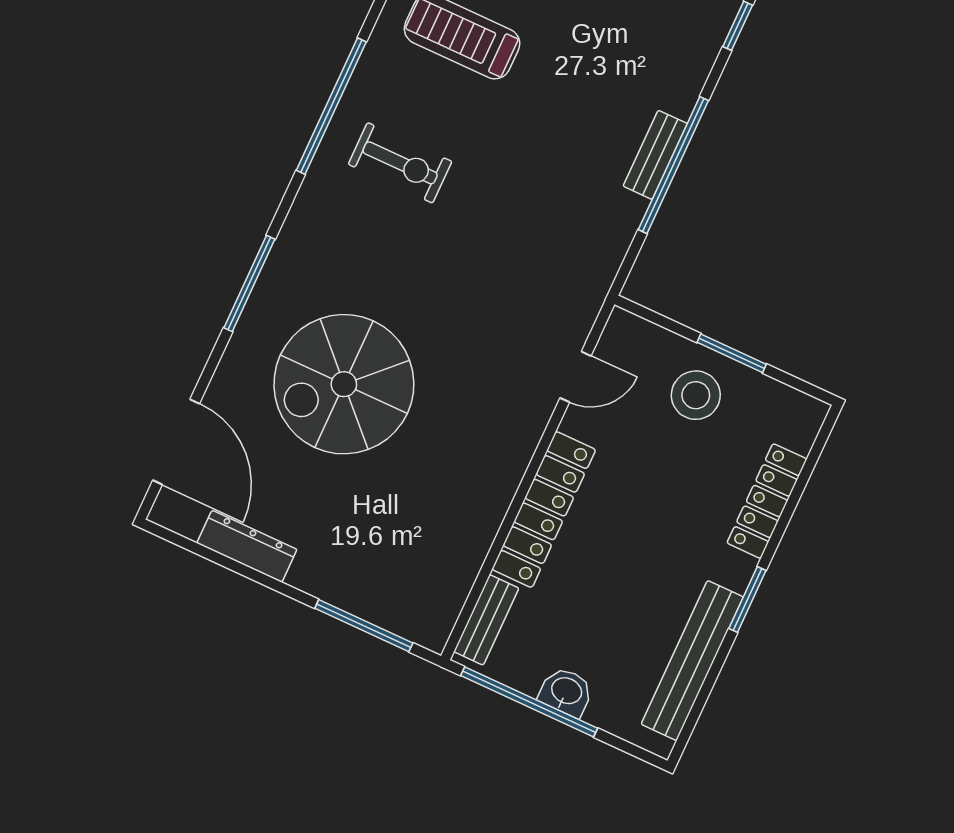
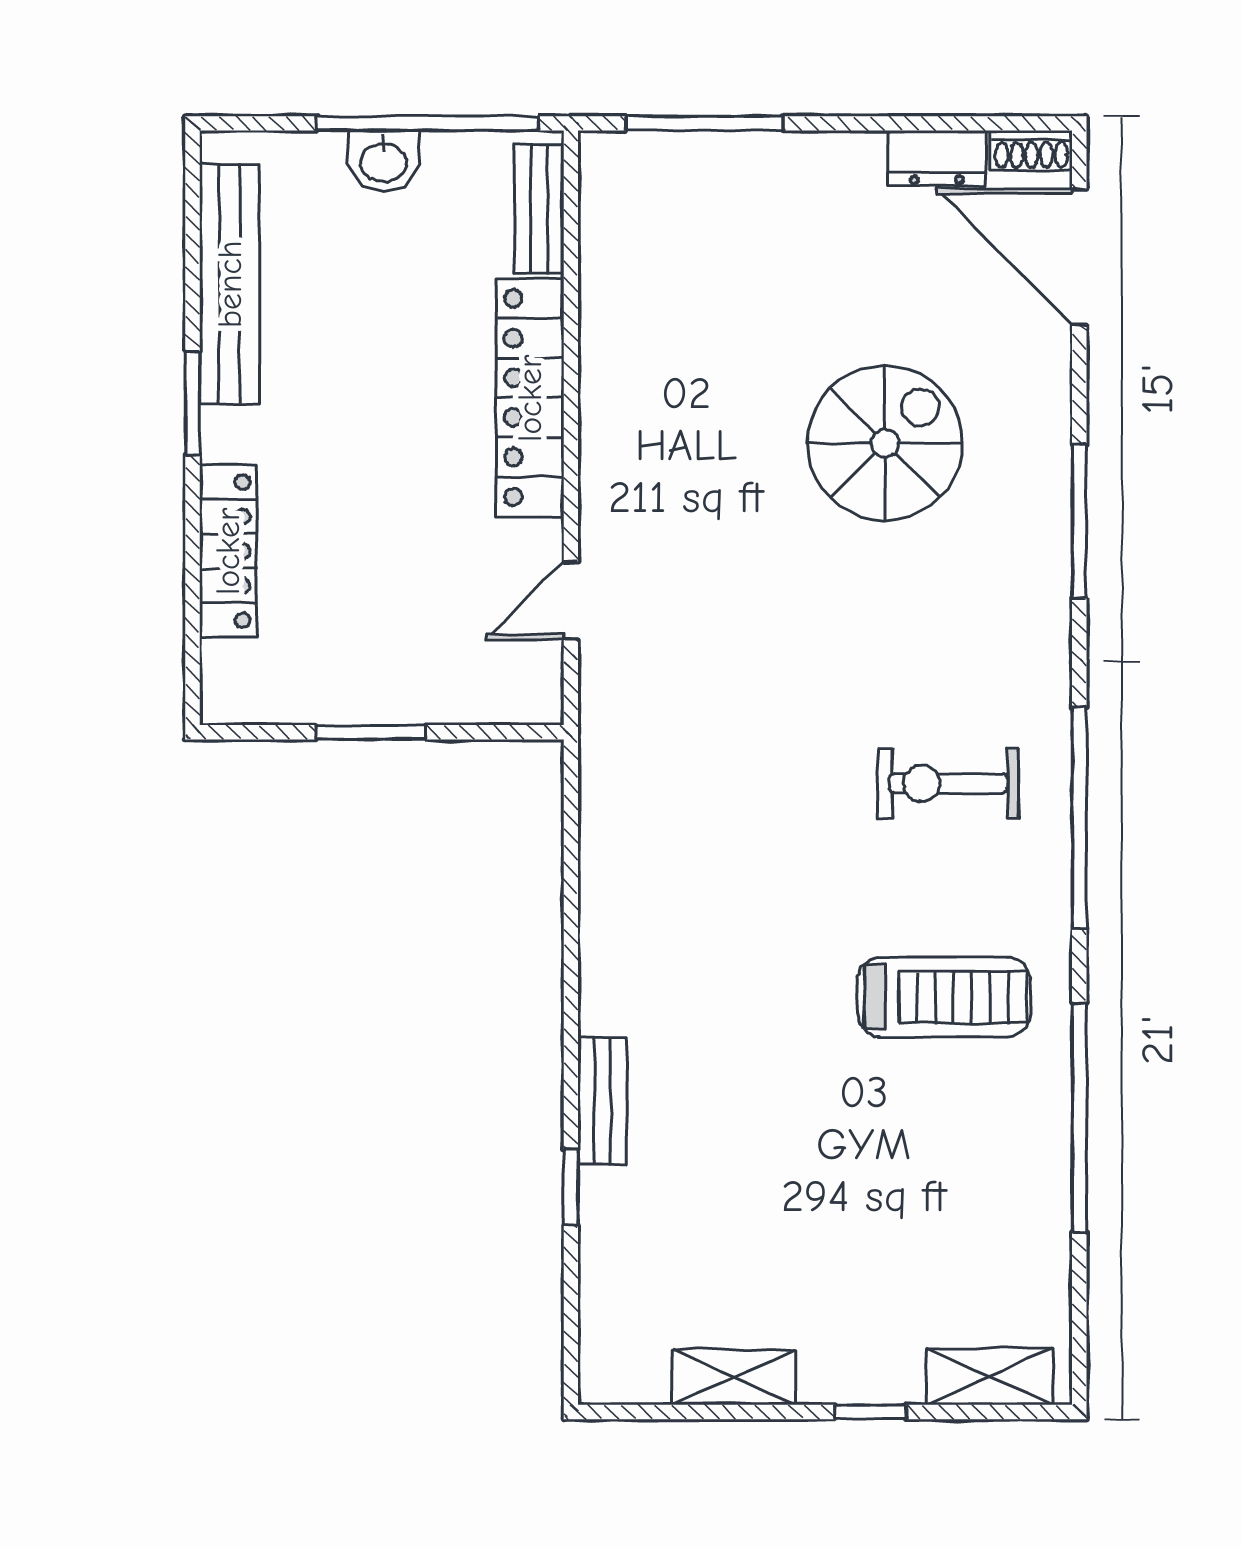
bench: (655, 155) -> (602, 1101), moved
window: (673, 165) -> (571, 954), removed
spiral stairs: (344, 384) -> (885, 443), width x0.73, depth x0.73
stool: (696, 395) -> (394, 652), removed
shoe rack: (175, 519) -> (1032, 150), added
dresser: (247, 546) -> (937, 158), width x0.70

